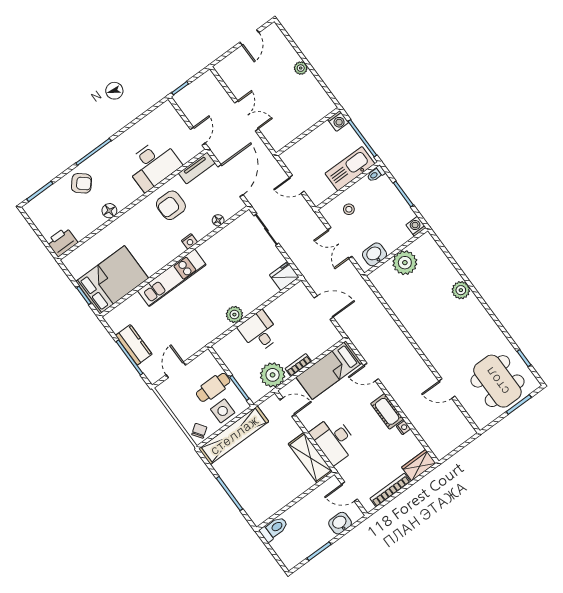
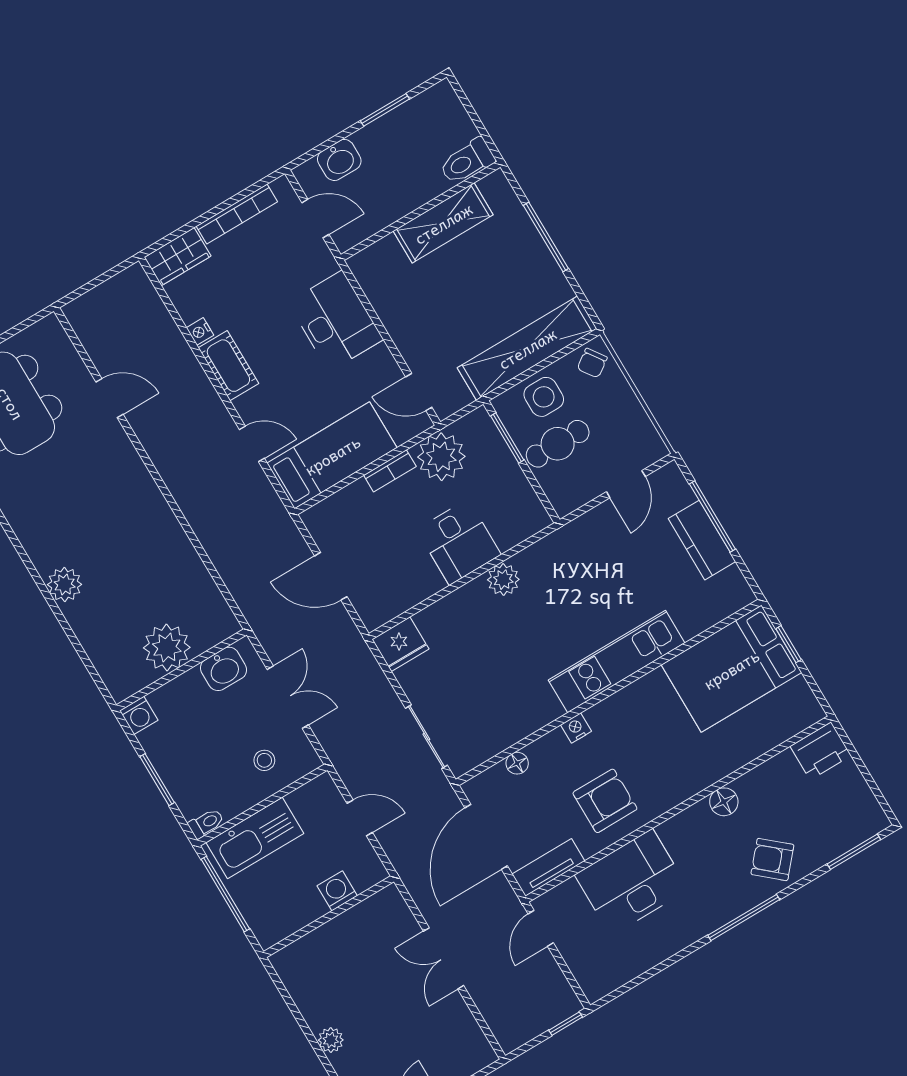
washing machine: (338, 121) -> (337, 891), moved
shelving: (310, 458) -> (443, 223), moved, turned 90

